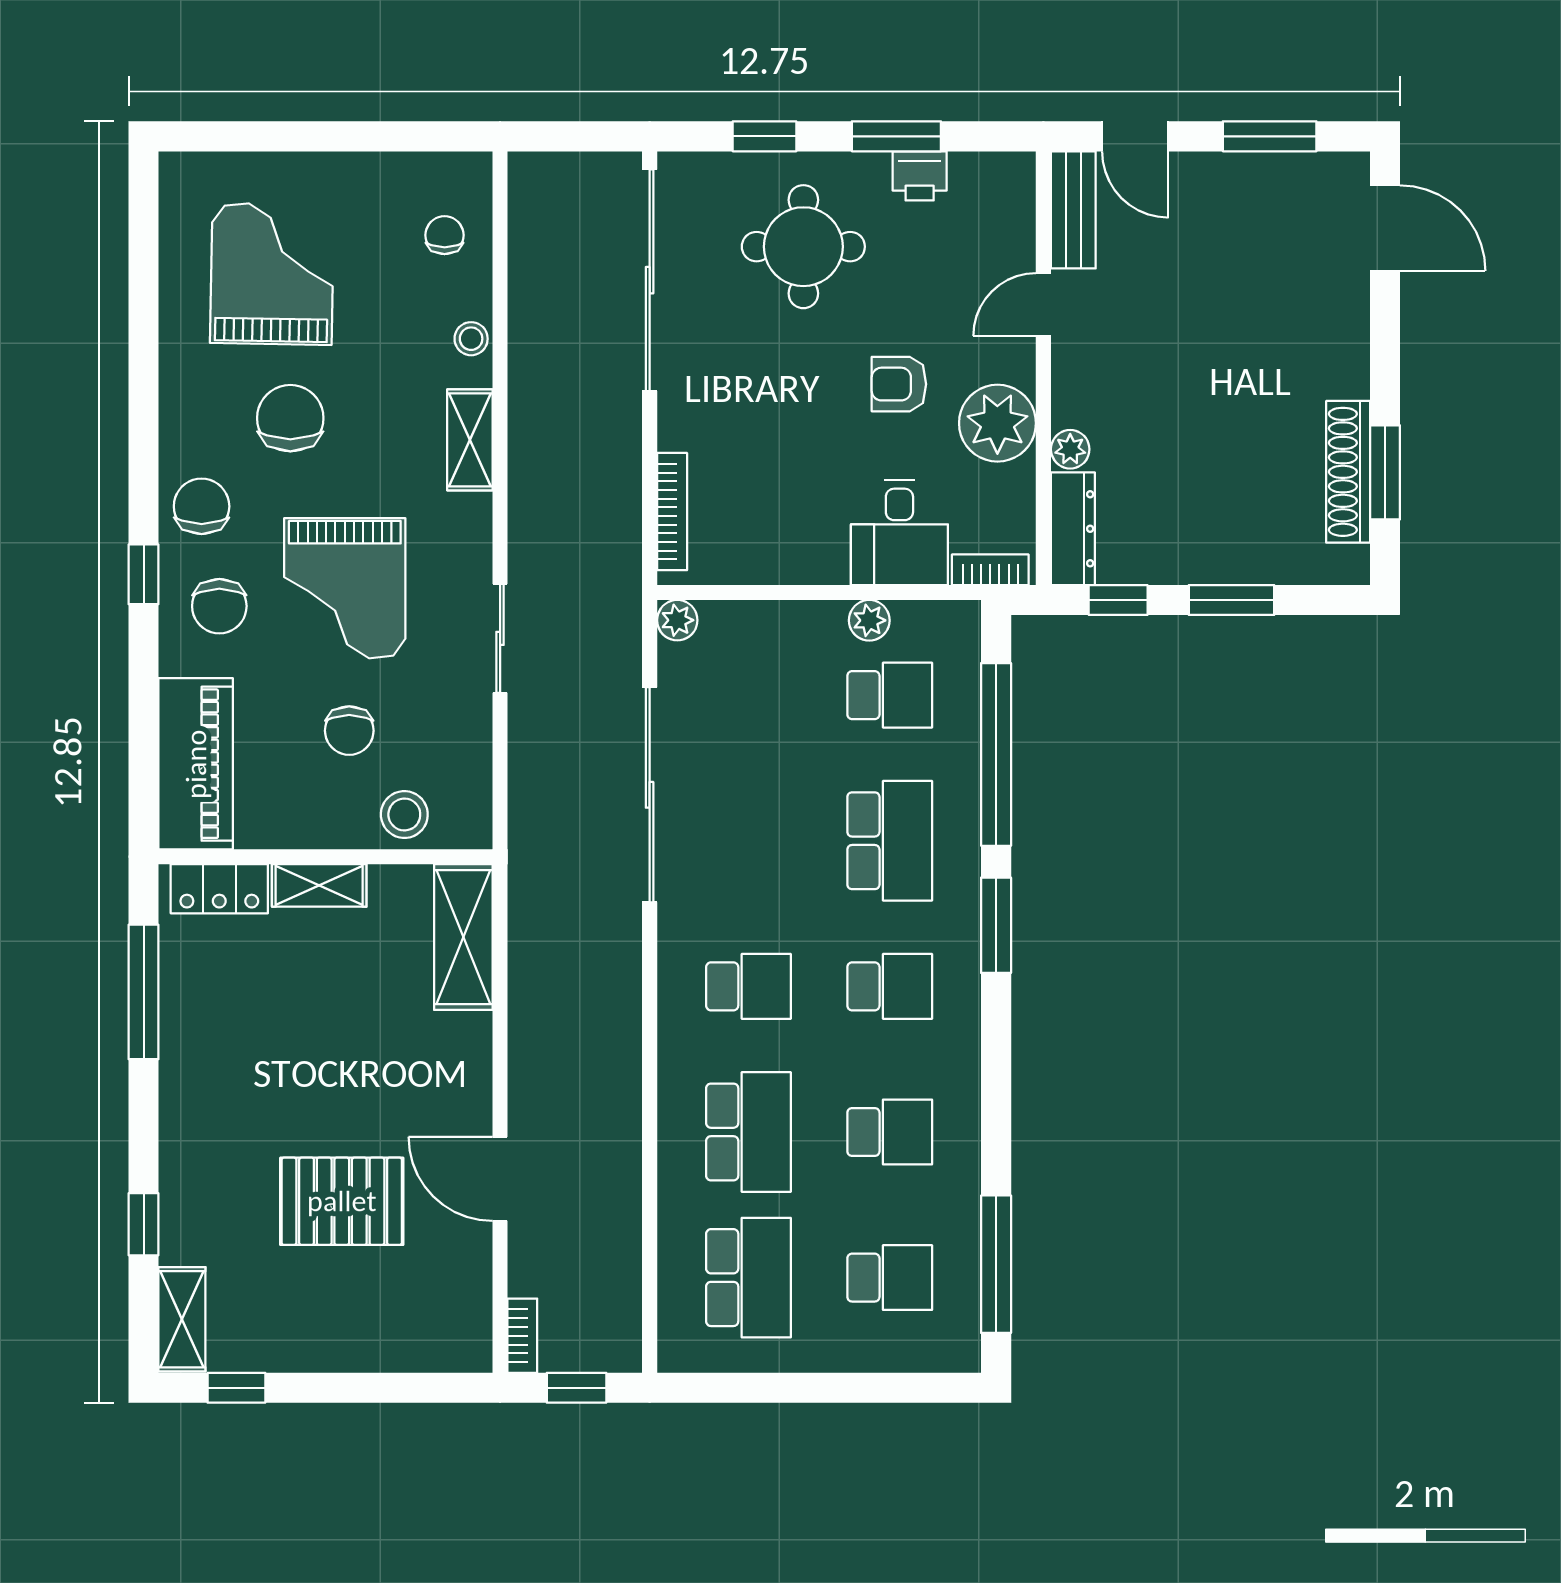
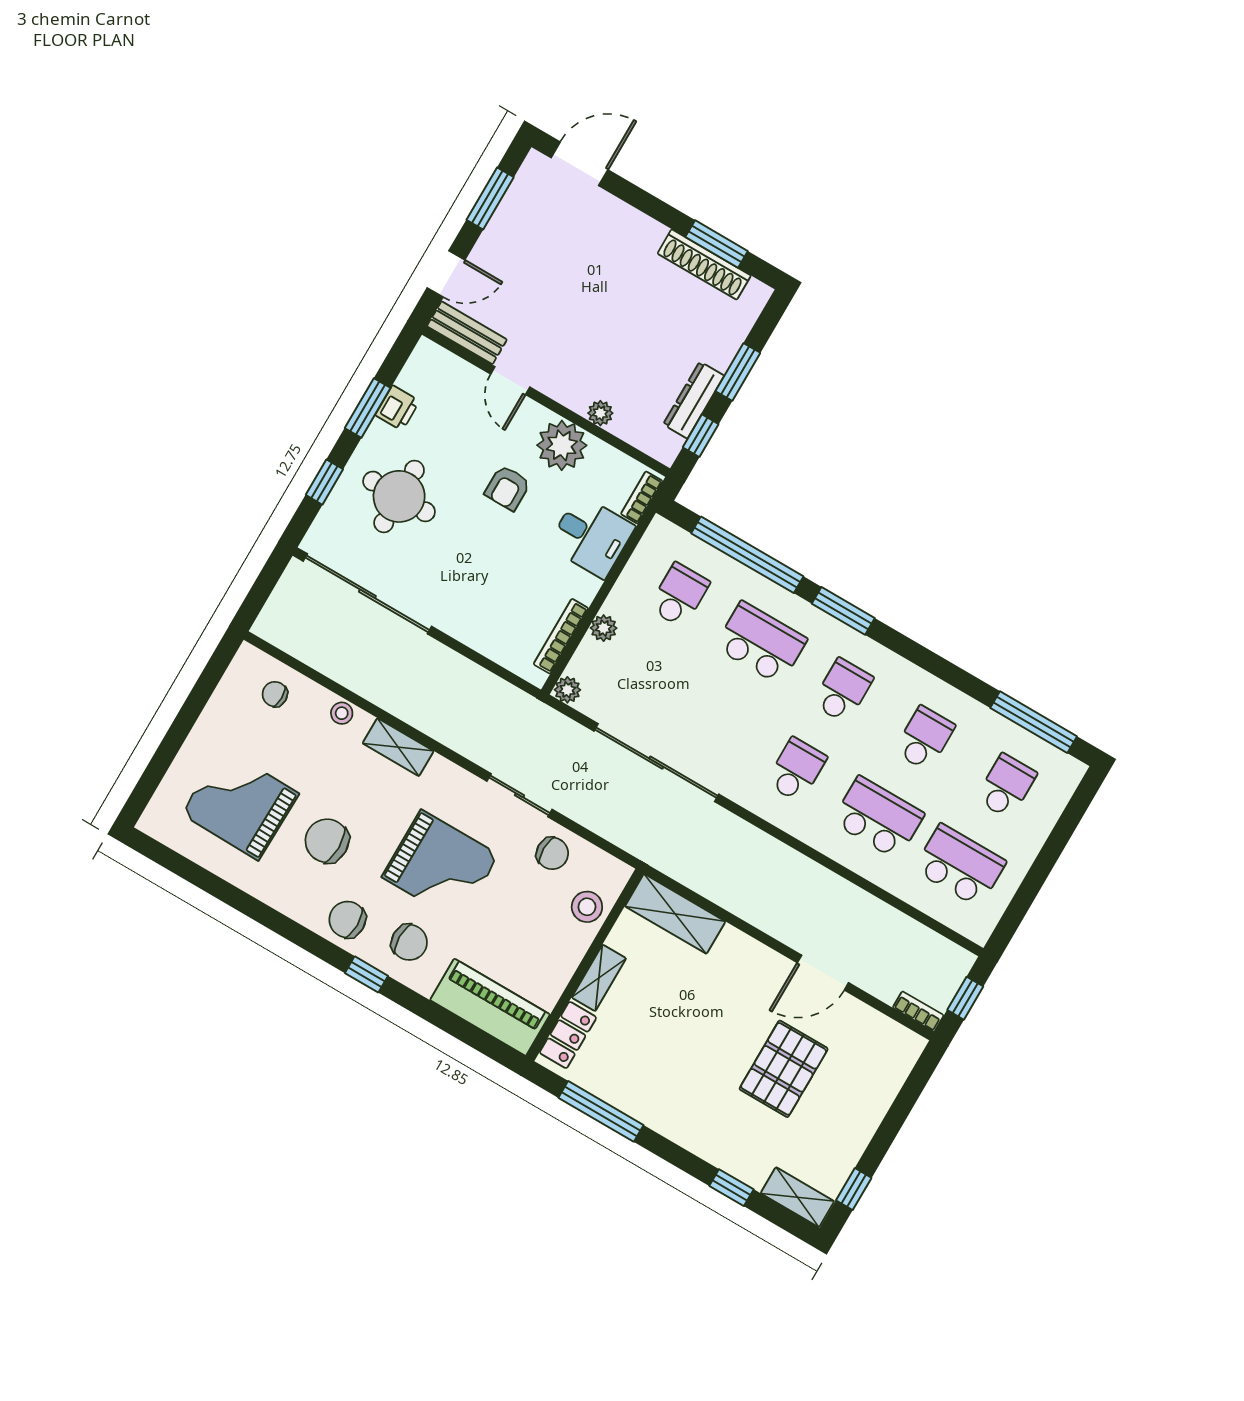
bookcase: (672, 512) -> (561, 636), moved, turned -90
dresser: (1073, 529) -> (694, 400), moved, turned -90
plant: (869, 620) -> (604, 628), moved
chair: (349, 731) -> (552, 853), moved

